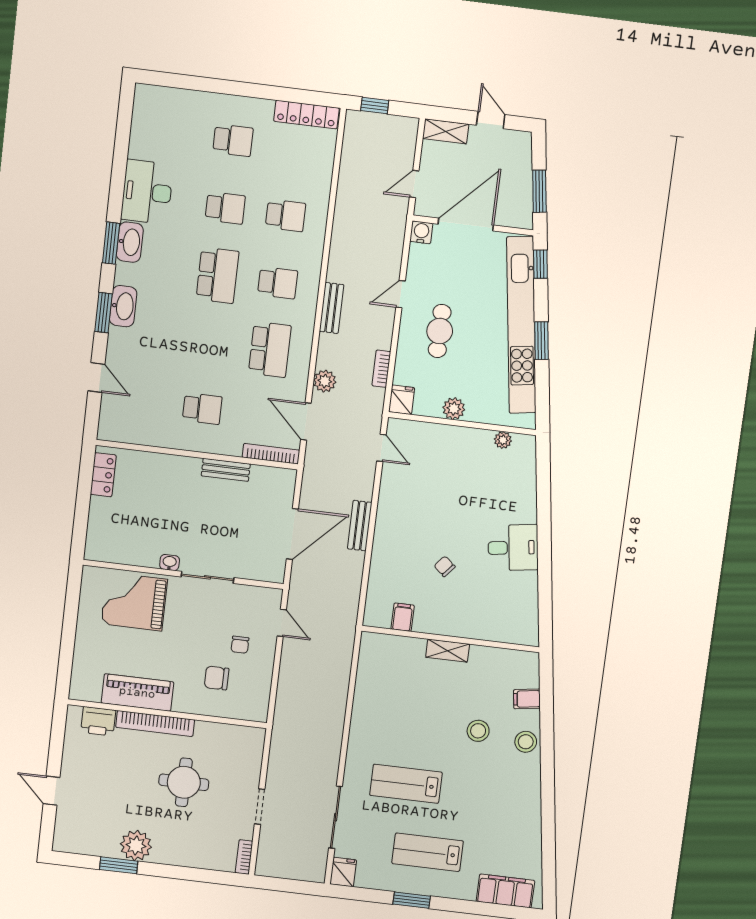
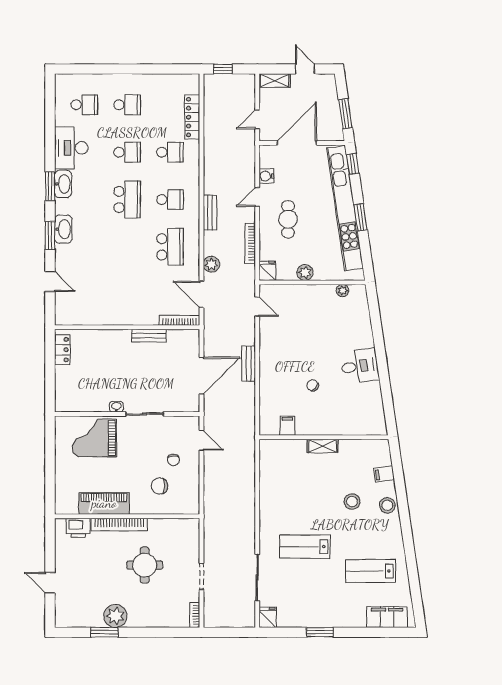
locker: (306, 115) -> (192, 117), moved, turned 90
water cooler: (421, 232) -> (266, 176), moved, turned -90
bookcase: (381, 369) -> (250, 243), width x1.56
school desk: (202, 409) -> (84, 105), moved
lab bench: (428, 852) -> (370, 571), moved

